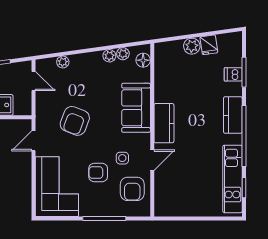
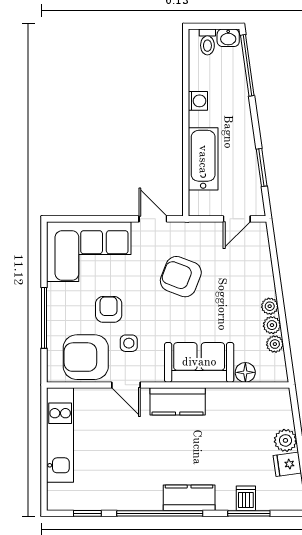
floor lamp: (143, 60) -> (245, 372), moved
plant: (63, 62) -> (270, 306), moved
kitchen unit: (232, 179) -> (60, 435), moved, turned 90
armchair: (132, 189) -> (86, 357), width x1.36, depth x1.36

